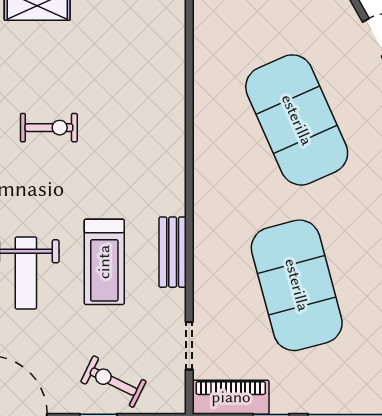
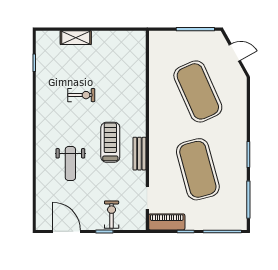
treadmill: (104, 262) -> (110, 142), moved, turned 180
exercise bike: (113, 382) -> (112, 215), turned 64

